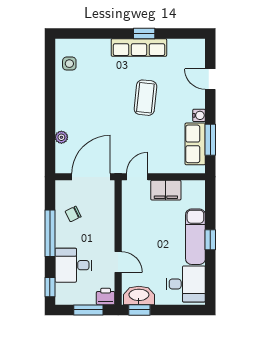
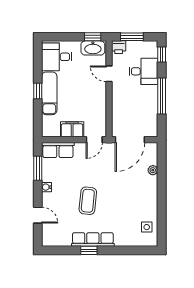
row of seats: (195, 144) -> (58, 150), moved, turned 90
chair: (73, 214) -> (144, 111), removed

